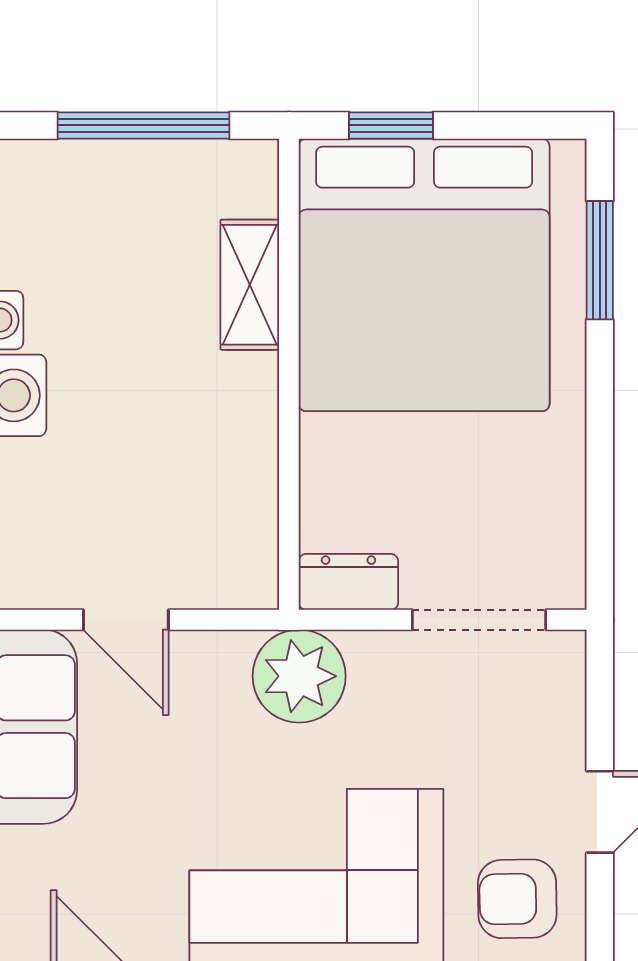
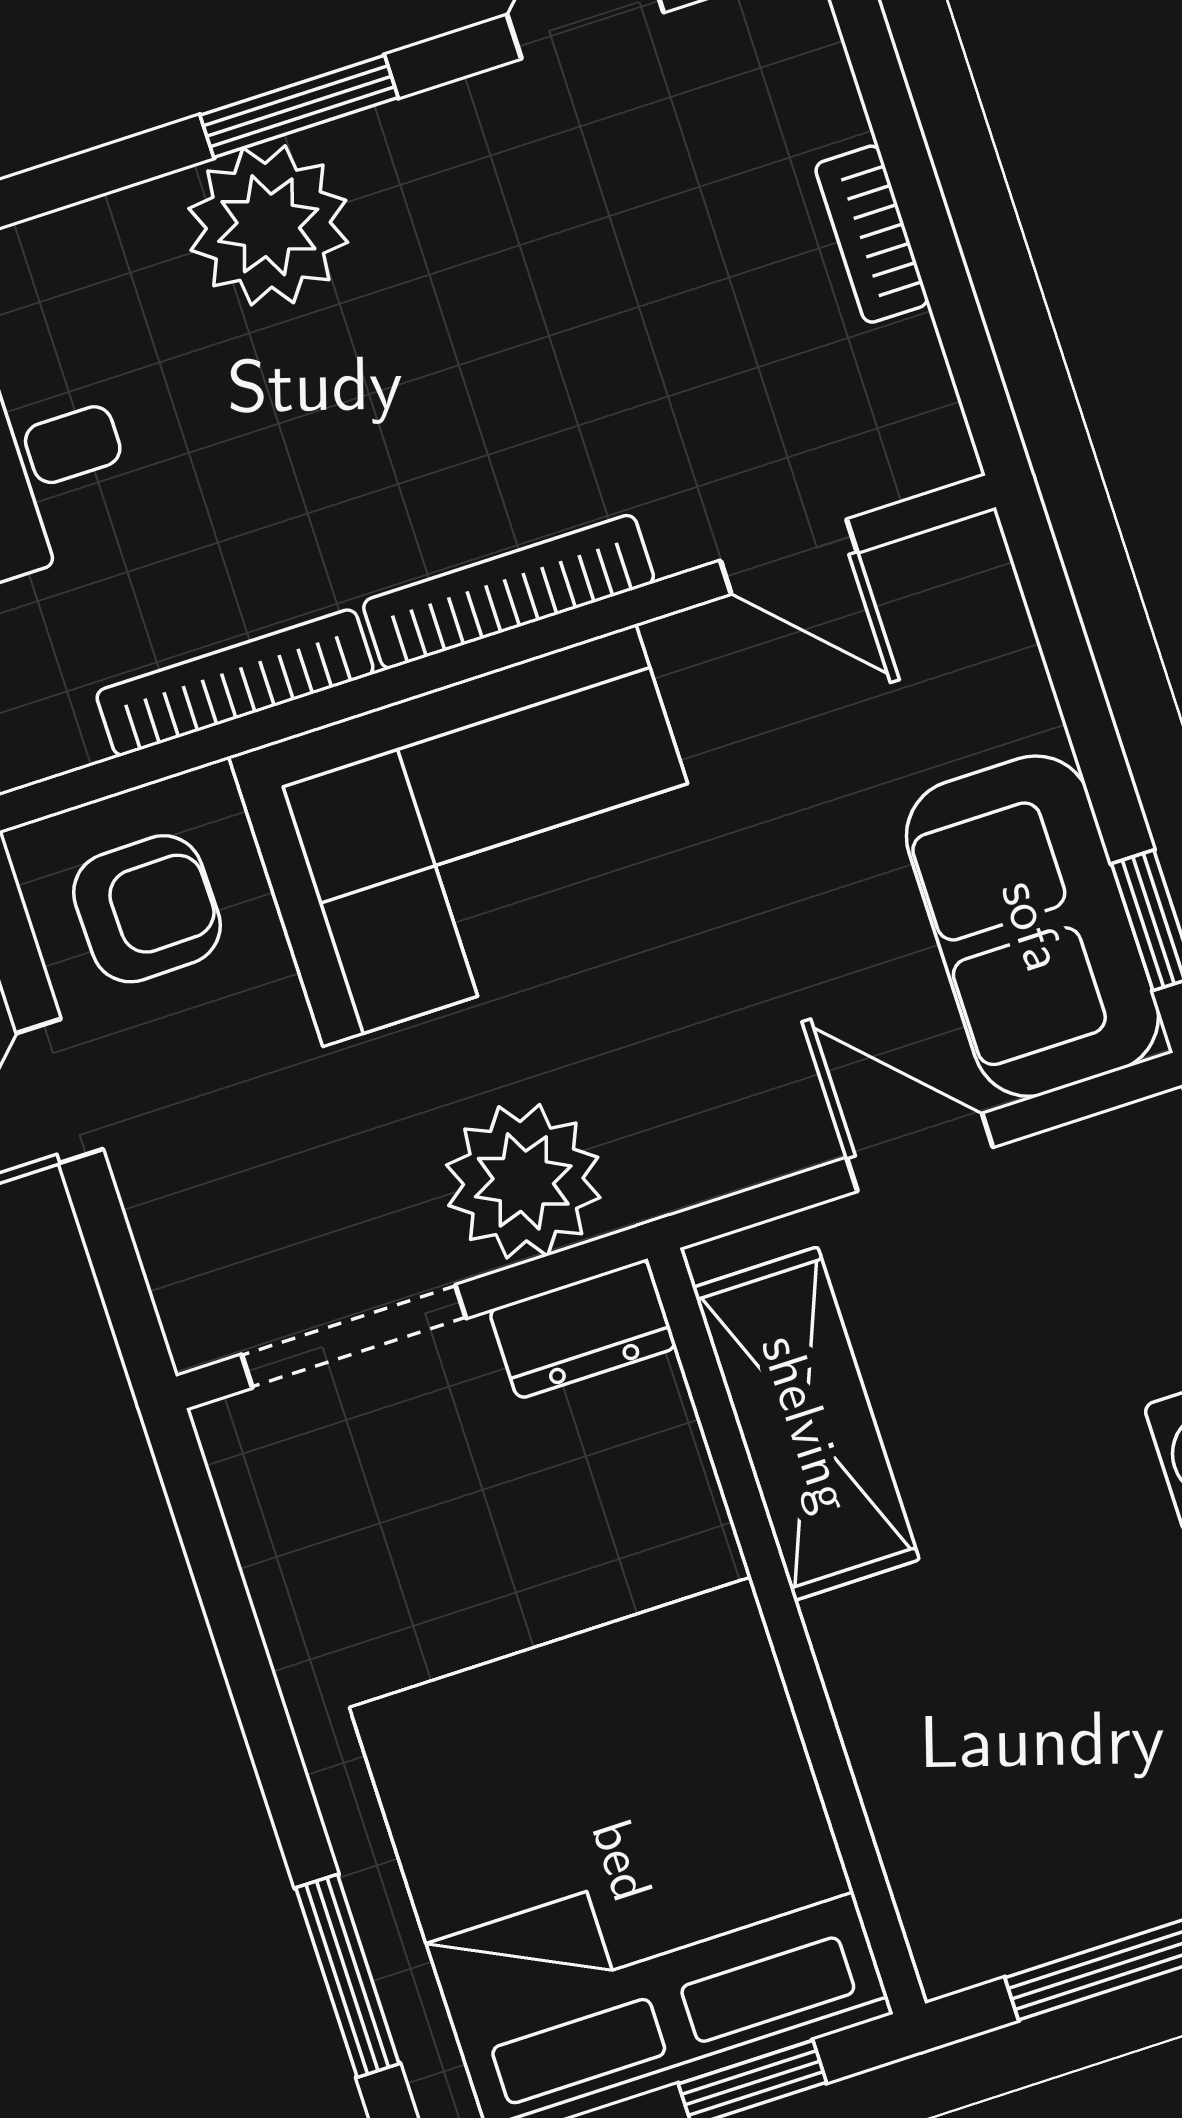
shelving: (250, 285) -> (806, 1424), moved, width x1.50, depth x1.33
plant: (299, 676) -> (523, 1181), moved

